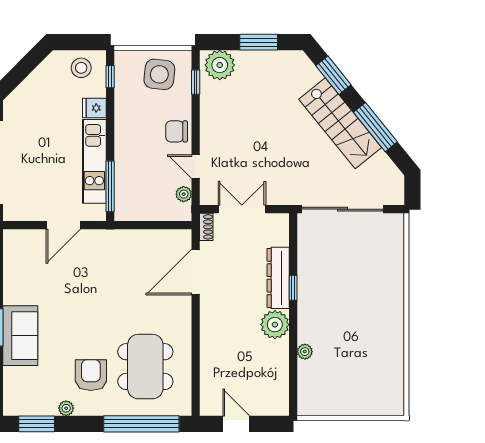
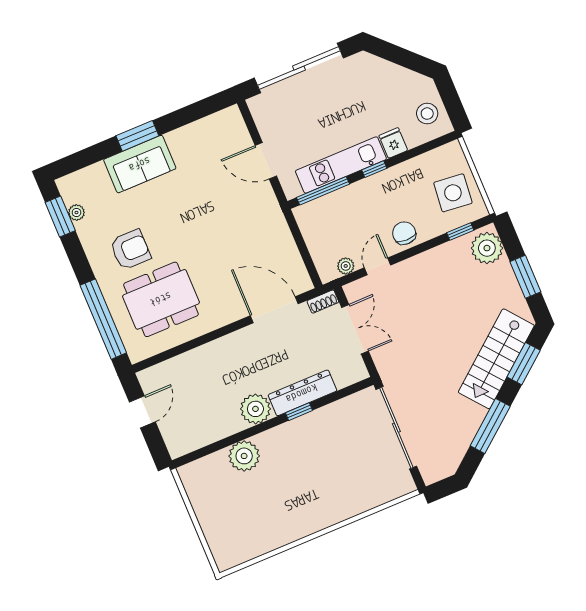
window: (110, 77) -> (374, 169), moved
stairs: (340, 123) -> (496, 359), moved
plant: (305, 352) -> (244, 456), width x1.87, depth x1.87
plant: (66, 408) -> (76, 212), moved

